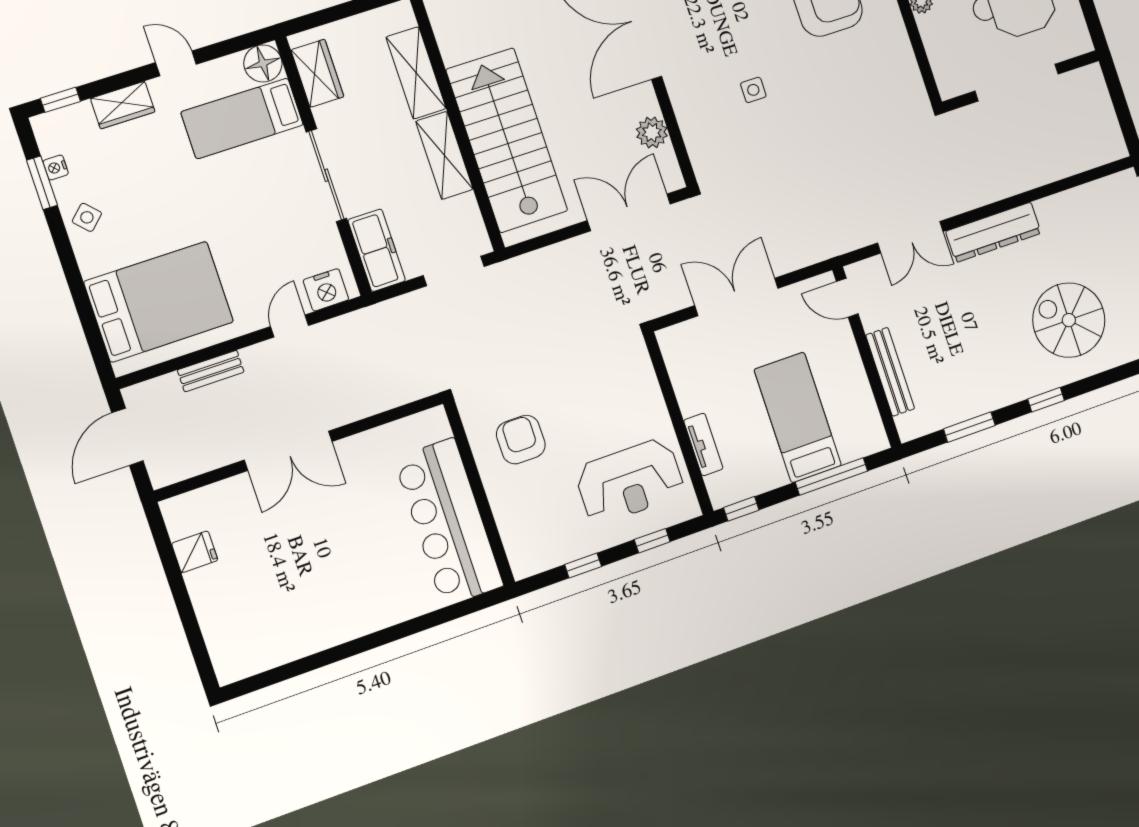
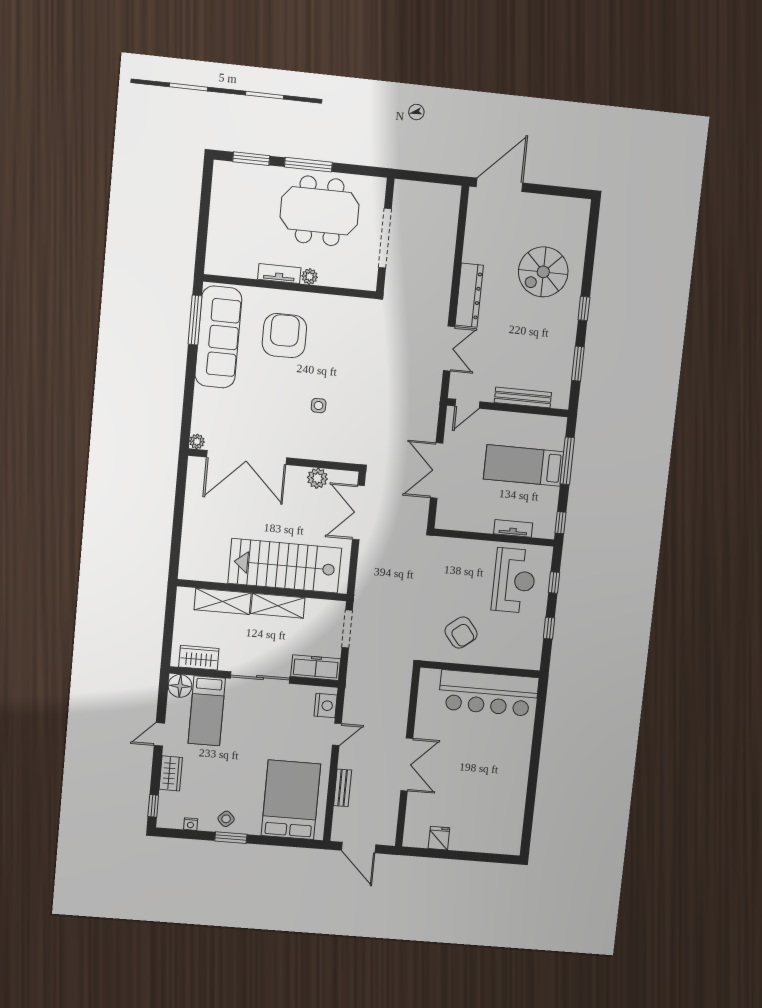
window: (42, 183) -> (231, 838), moved
door: (290, 326) -> (337, 734), swing flipped
armchair: (521, 440) -> (461, 633), turned -128

